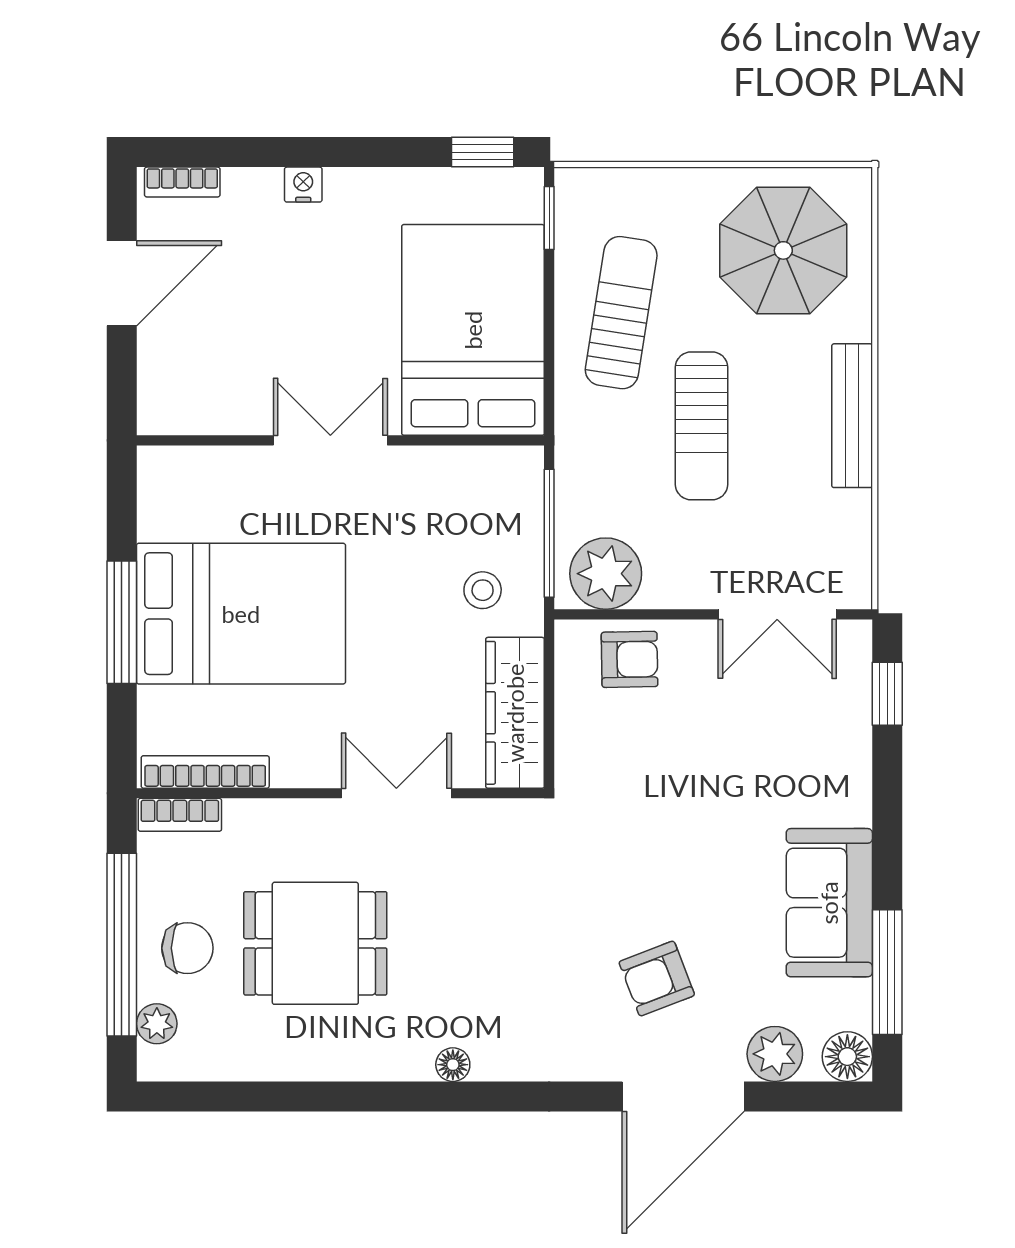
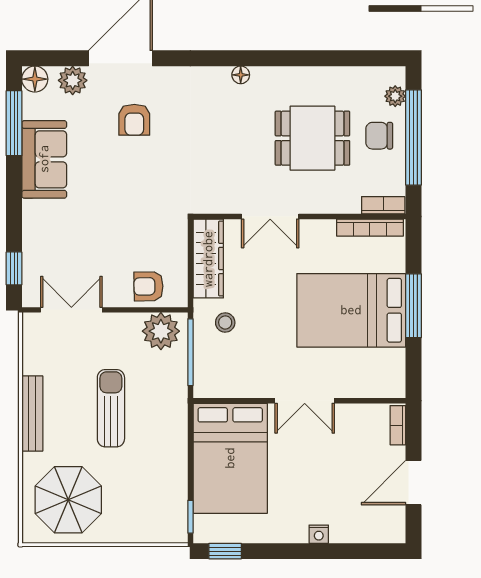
bookcase: (182, 182) -> (398, 425), moved, turned -90
sun lounger: (621, 313) -> (153, 467), removed
armchair: (657, 979) -> (134, 120), turned 111

